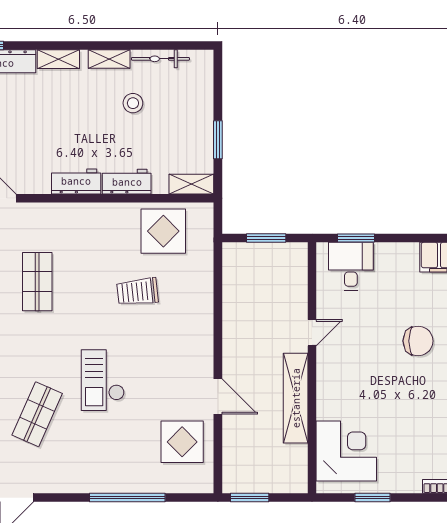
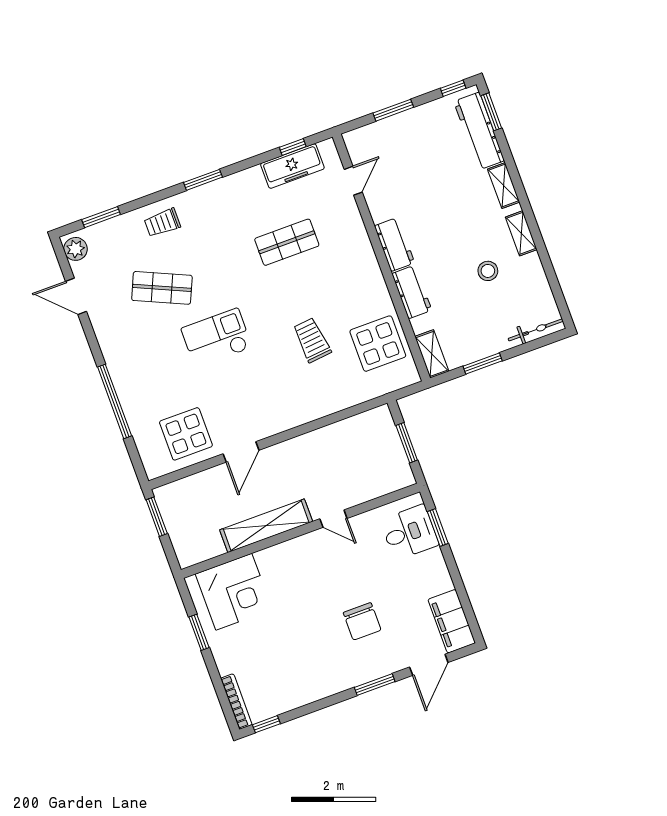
bicycle: (160, 59) -> (536, 330), moved, turned 90

